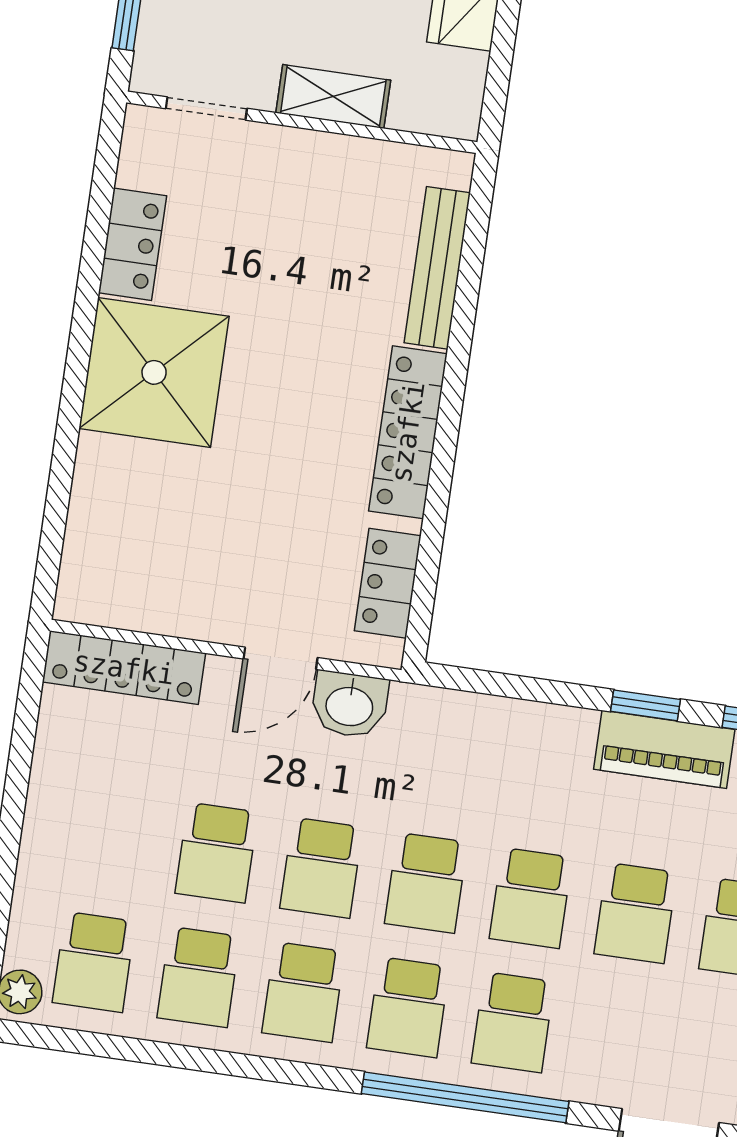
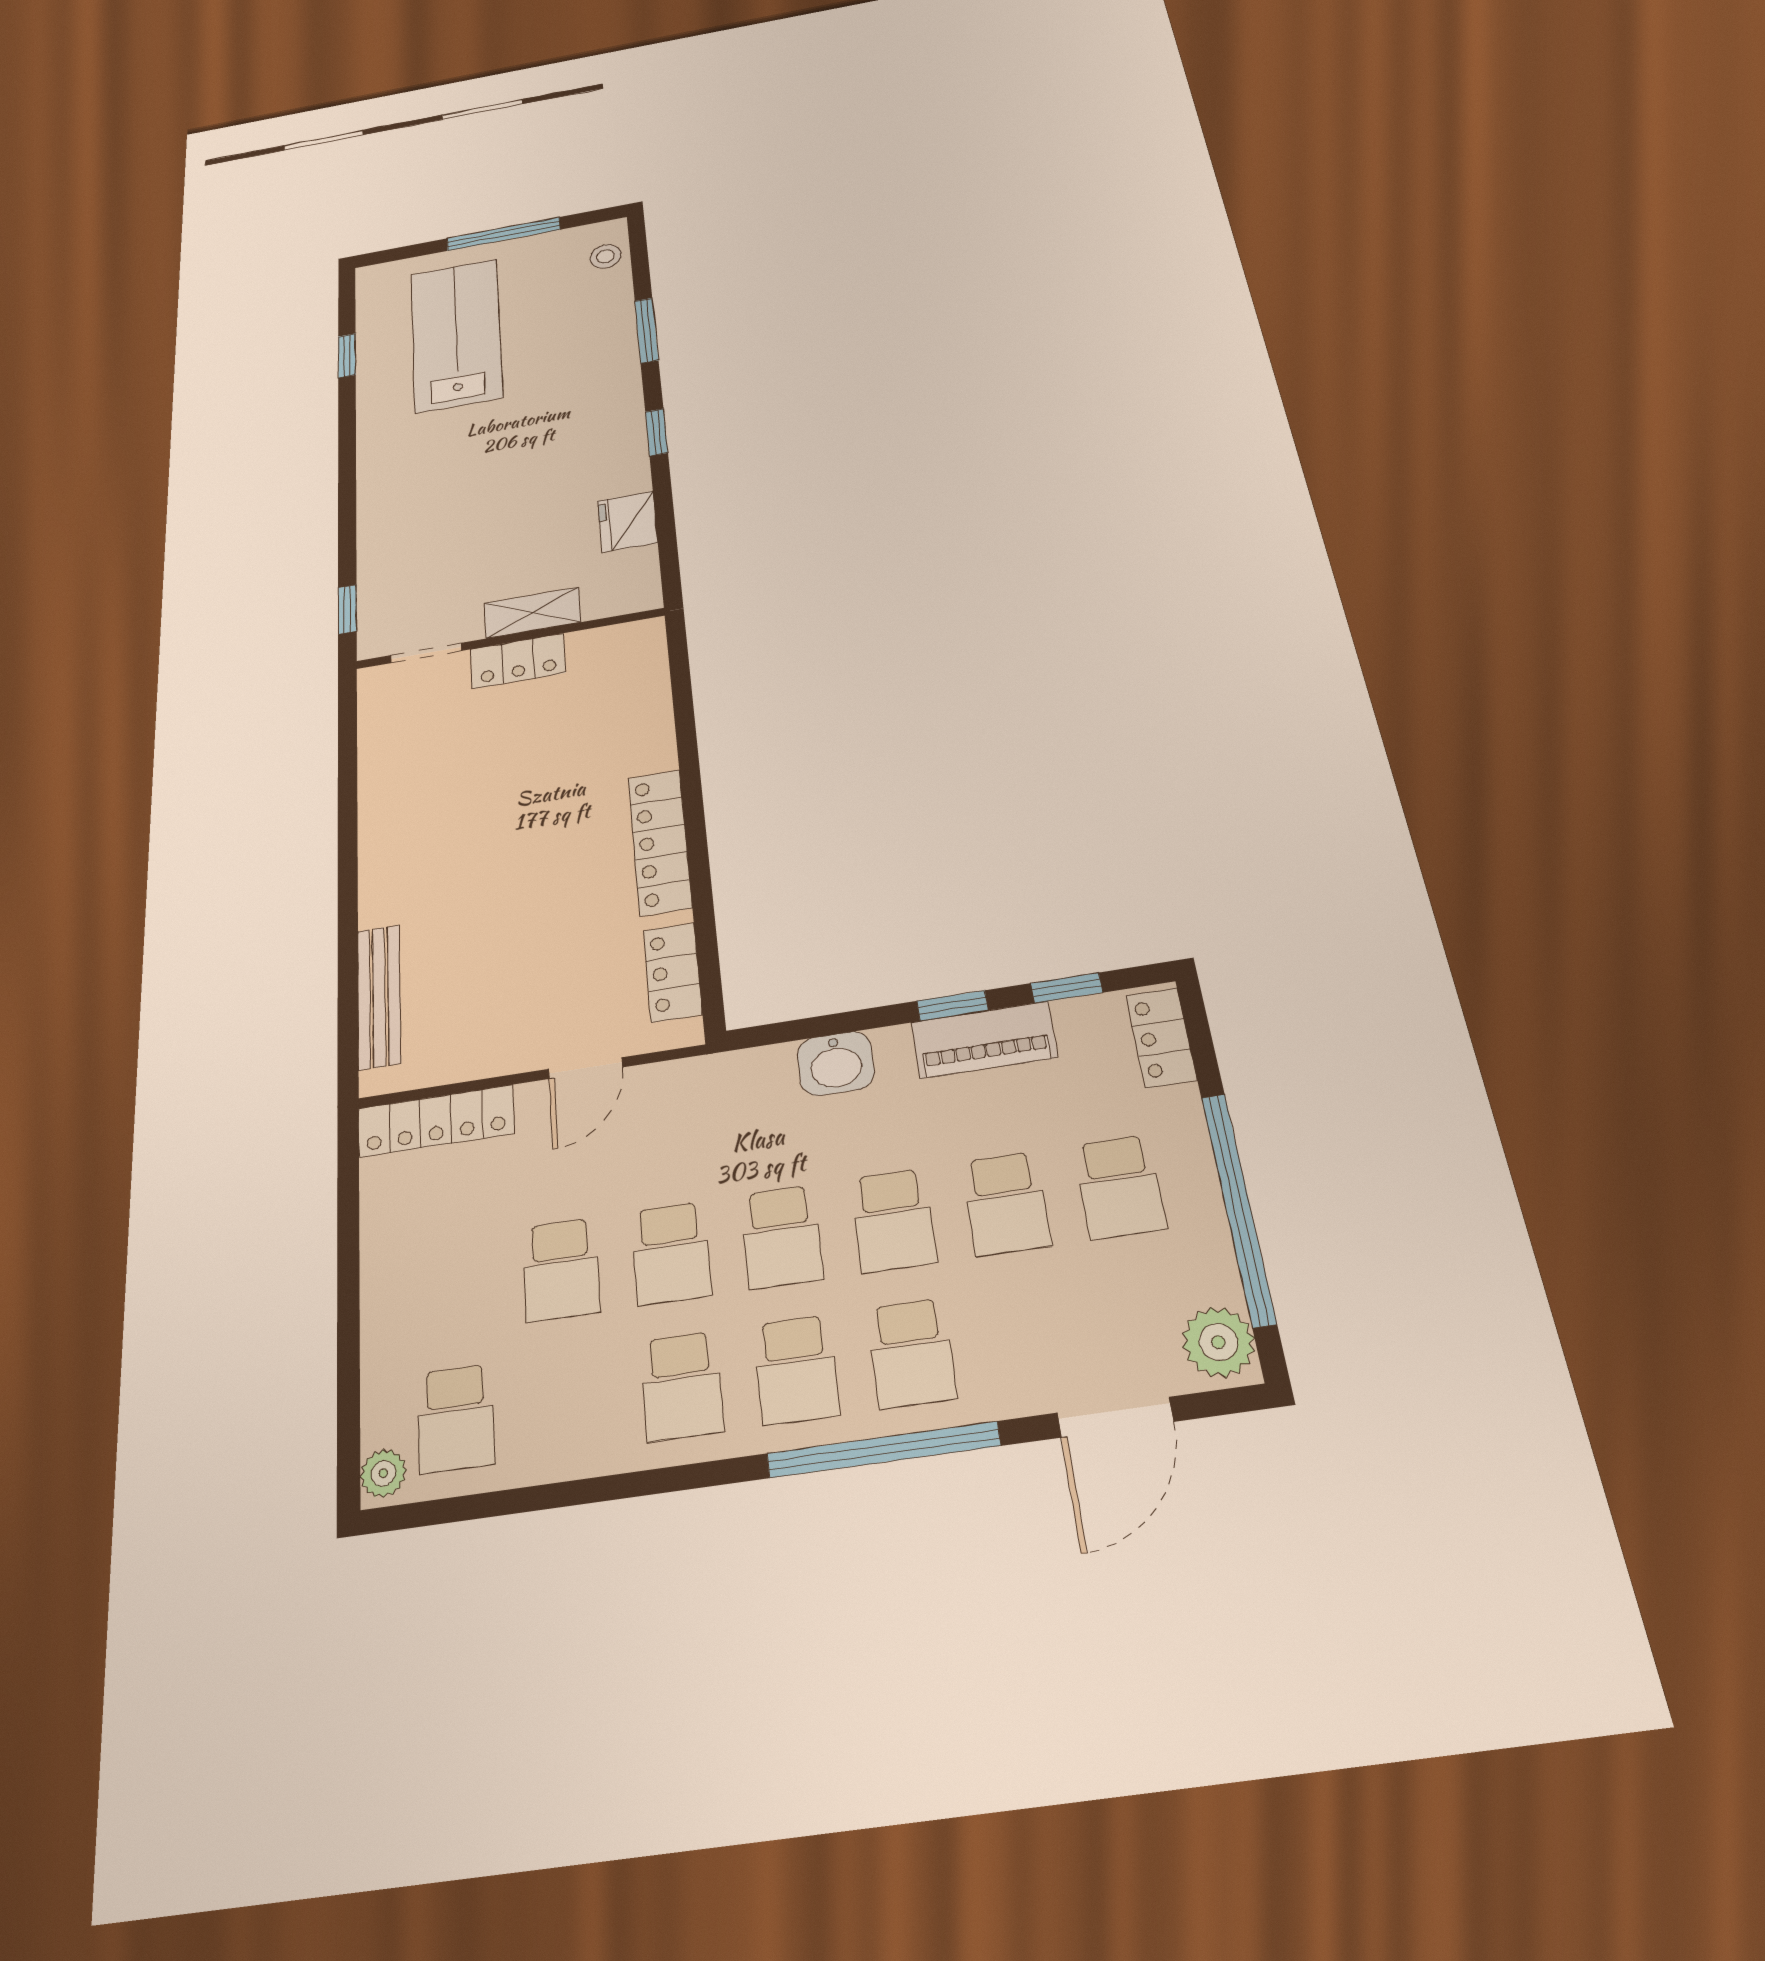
locker: (133, 244) -> (518, 661), moved, turned 90
bench: (437, 268) -> (379, 996), moved
shower: (154, 372) -> (418, 863), removed
washbasin: (350, 705) -> (836, 1064), moved
school desk: (199, 977) -> (568, 1402), removed

